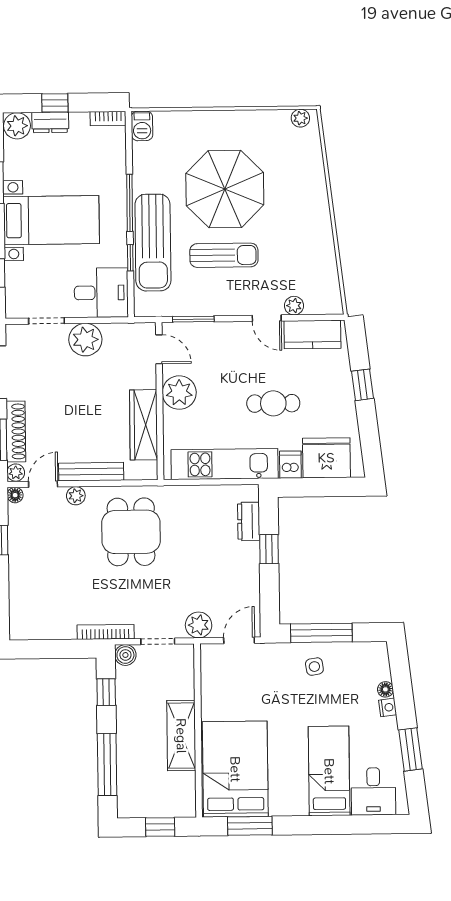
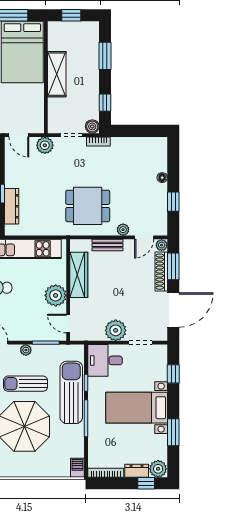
window: (55, 103) -> (146, 483), moved
bookcase: (108, 119) -> (106, 473), width x1.56
plant: (224, 307) -> (26, 350), added
bench: (91, 472) -> (107, 245), width x0.73
floor lamp: (15, 495) -> (162, 178), moved
dresser: (249, 521) -> (12, 206), width x1.44
dining table: (131, 532) -> (88, 206), turned 90
bookcase: (106, 632) -> (98, 142), width x0.64
door: (239, 640) -> (19, 135), hinge flipped
window: (107, 765) -> (105, 56), width x0.69

